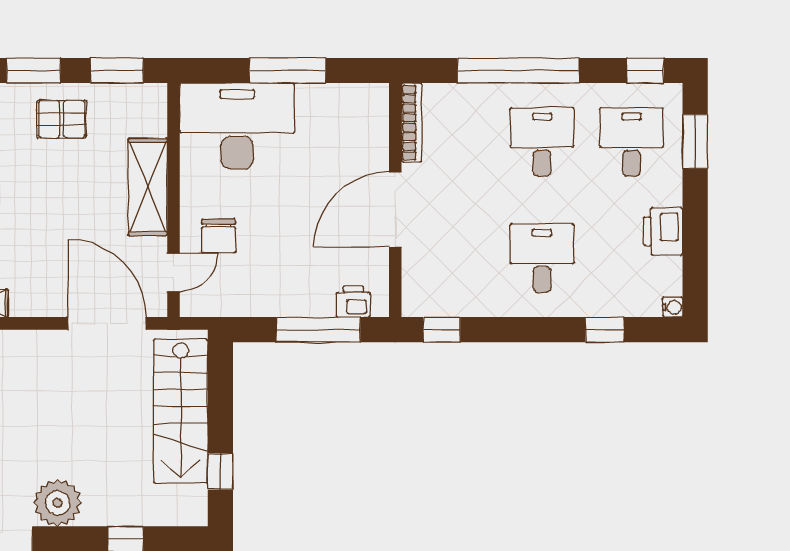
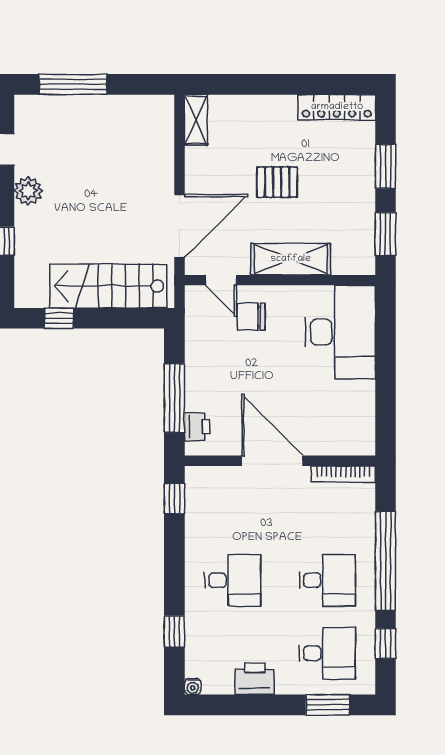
window: (287, 70) -> (385, 373), removed
window: (645, 70) -> (385, 644), moved
pallet: (62, 119) -> (277, 182), moved, turned 90
plant: (57, 503) -> (28, 191), width x0.73, depth x0.73

